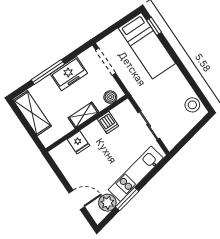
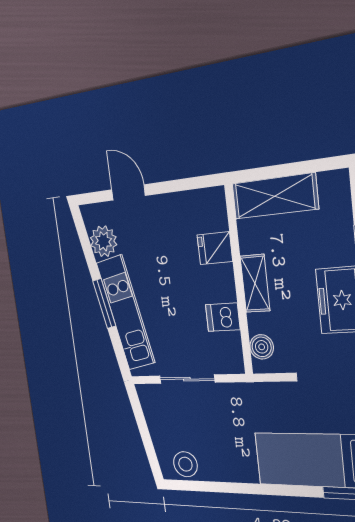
shelving: (32, 113) -> (275, 196), moved
window: (127, 199) -> (104, 303), moved
door: (77, 200) -> (128, 193), swing flipped

